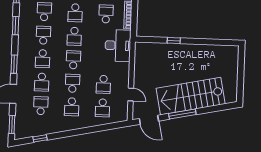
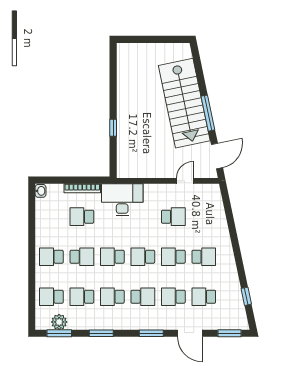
school desk: (74, 36) -> (112, 257), turned 180
school desk: (42, 82) -> (173, 297), turned 180
school desk: (103, 108) -> (204, 217), removed

